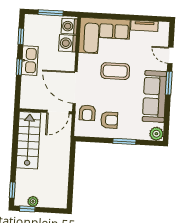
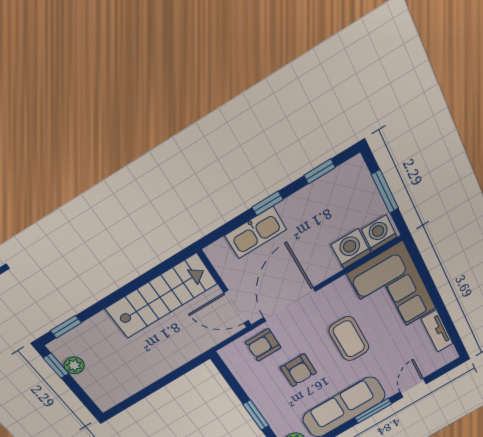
kitchen sink: (30, 61) -> (256, 232), moved
armchair: (109, 120) -> (299, 370), moved

